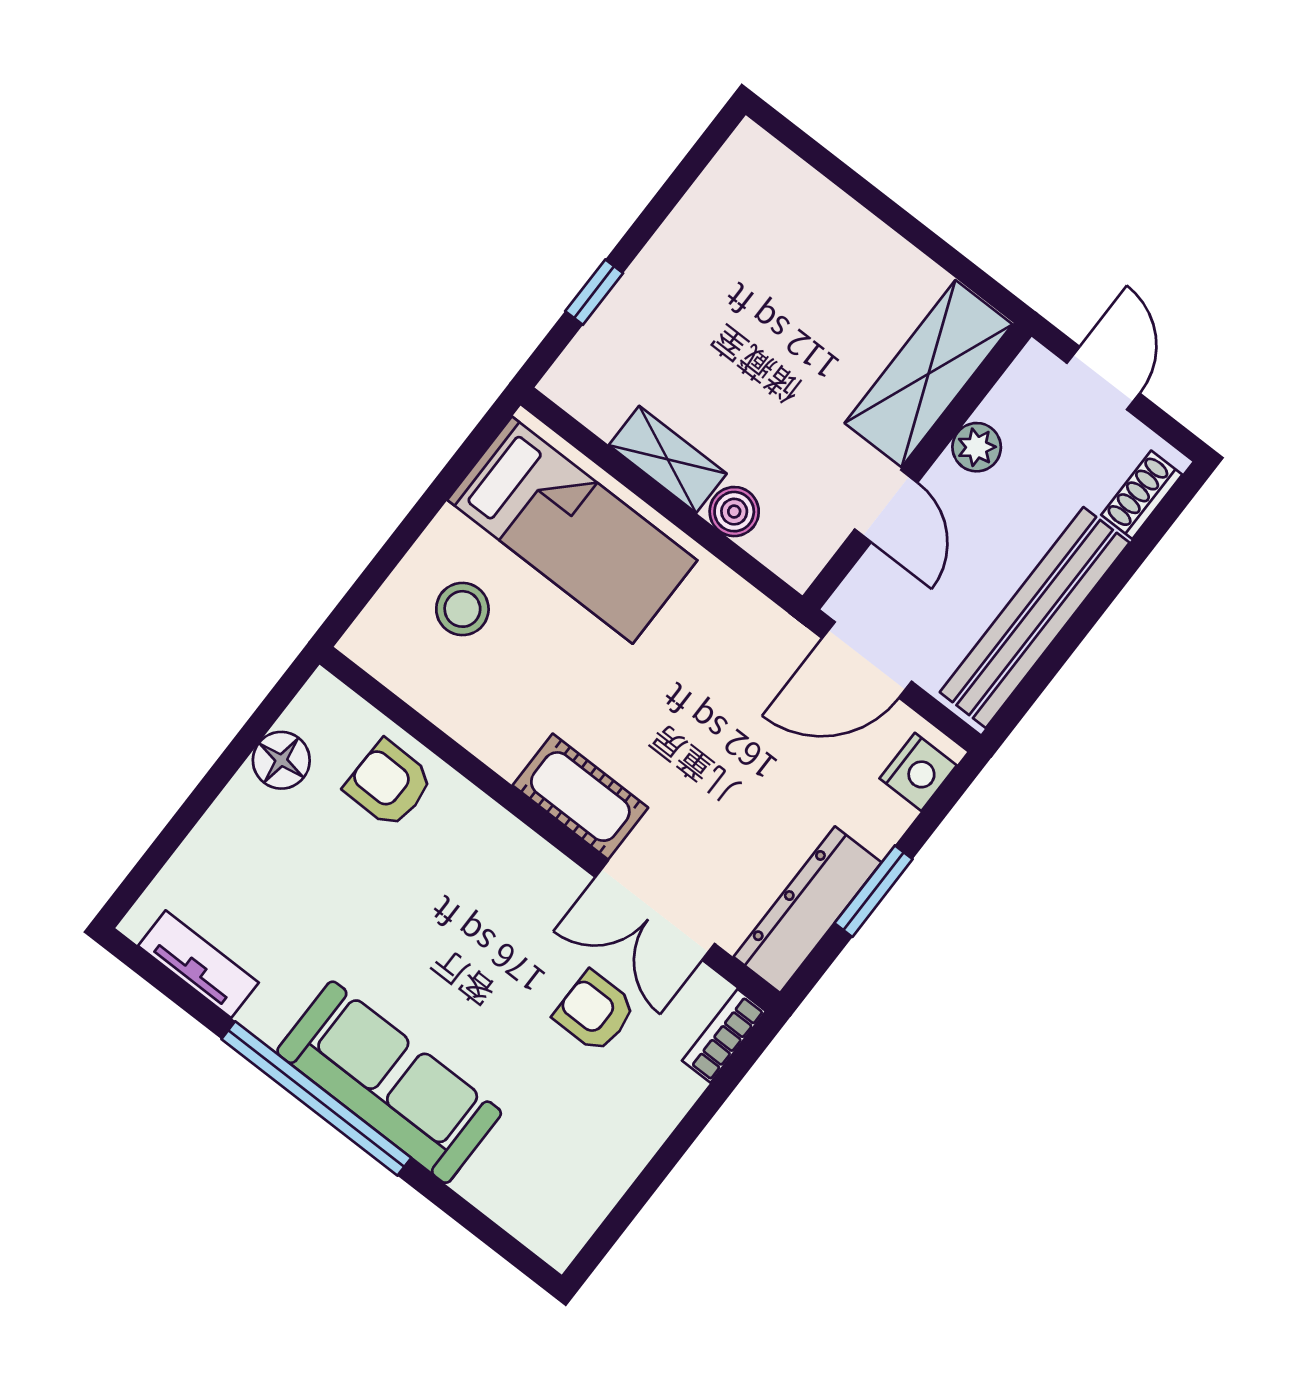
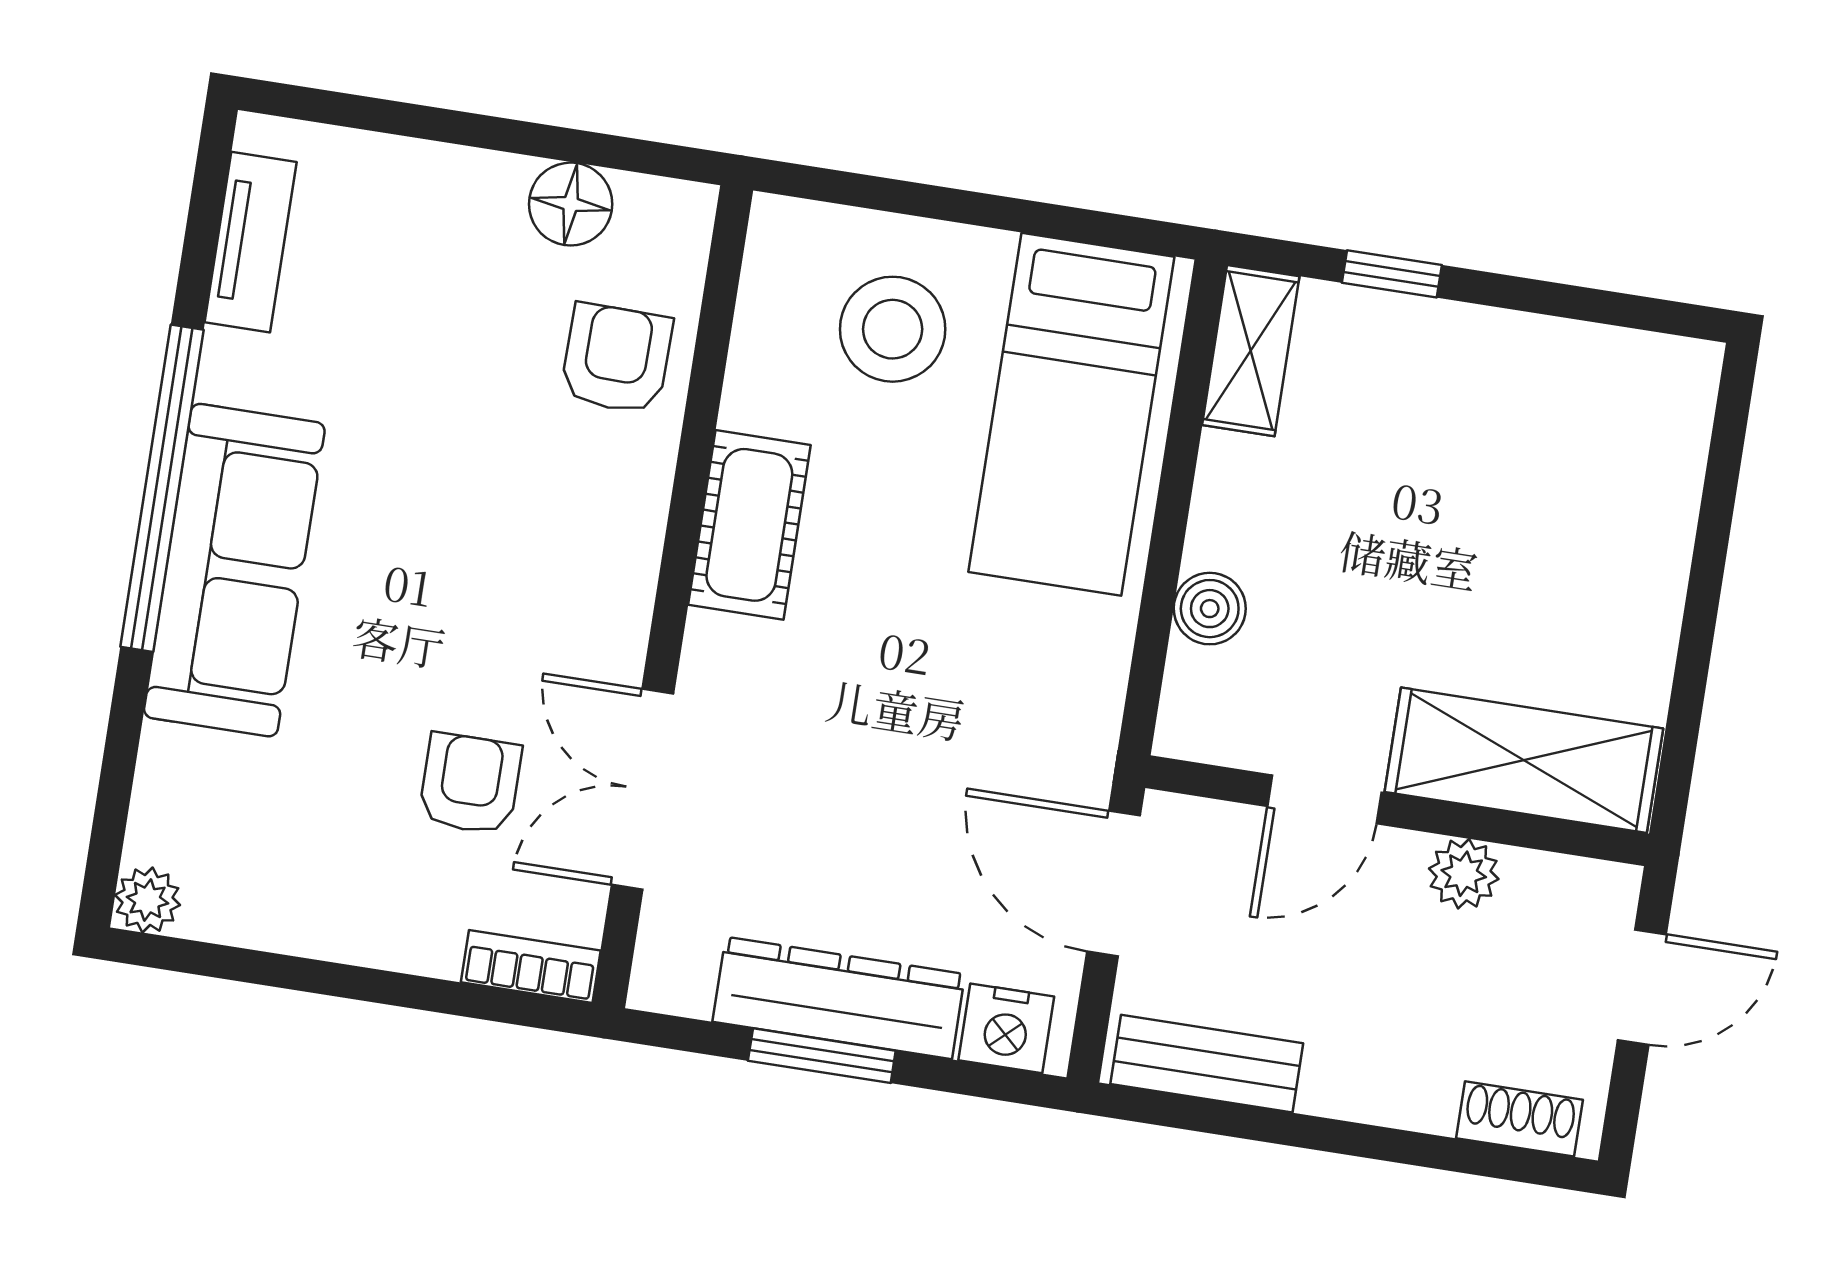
shelving: (668, 459) -> (1251, 351), moved
stool: (462, 609) -> (893, 329), width x1.38, depth x1.38
bench: (1035, 617) -> (1207, 1064), width x0.54, depth x0.82
cot: (580, 797) -> (749, 525), moved
dresser: (808, 910) -> (839, 998), moved
plant: (558, 1243) -> (148, 900), added

